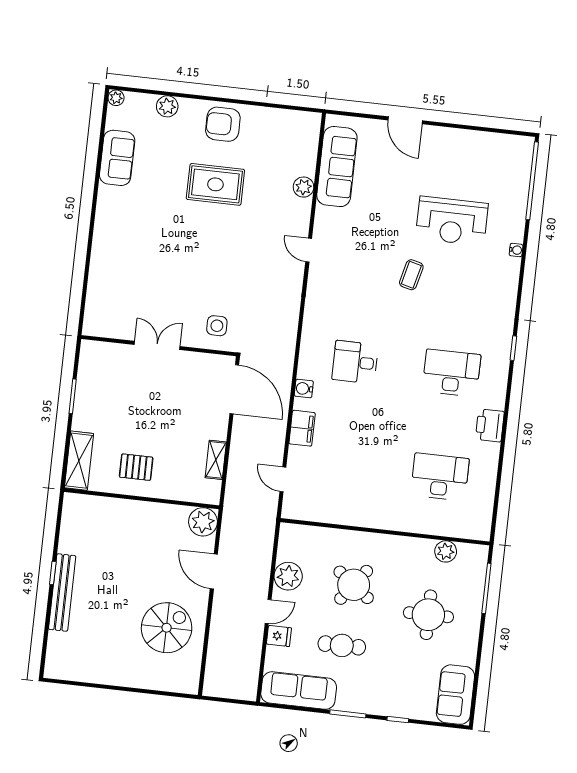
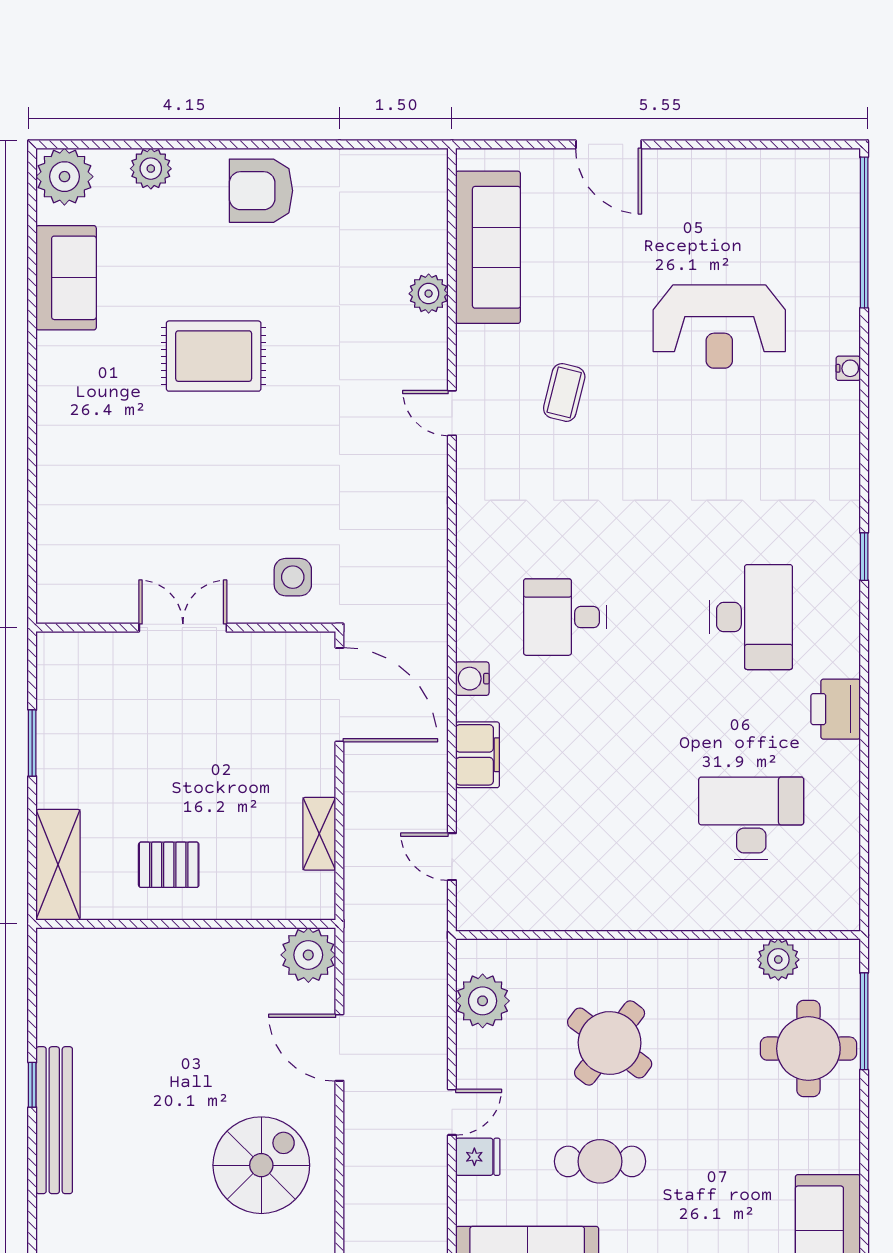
plant: (116, 98) -> (64, 177), width x1.88, depth x1.88
rug: (215, 184) -> (214, 356), moved
coffee table: (411, 275) -> (564, 392), moved
desk: (451, 373) -> (751, 617), turned 90
plant: (288, 576) -> (483, 1001), moved
round table: (428, 615) -> (808, 1049), moved

